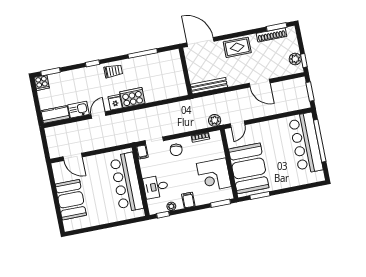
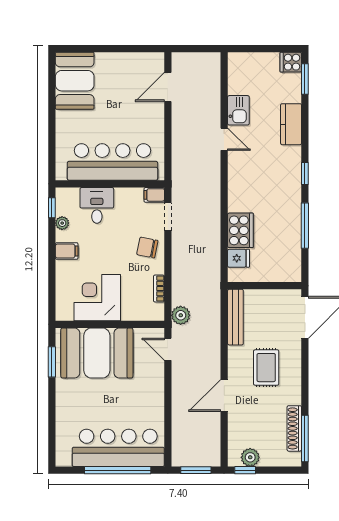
window: (277, 27) -> (305, 439), width x1.44
rug: (237, 47) -> (266, 368), moved
window: (93, 63) -> (305, 174), moved
trolley: (113, 71) -> (287, 175), removed
cooker: (132, 98) -> (240, 230), moved
fridge: (115, 102) -> (238, 258), moved
kitchen counter: (55, 114) -> (291, 124), moved, turned 180
booth: (71, 200) -> (75, 81), moved, turned 90
window: (220, 203) -> (52, 299), removed

